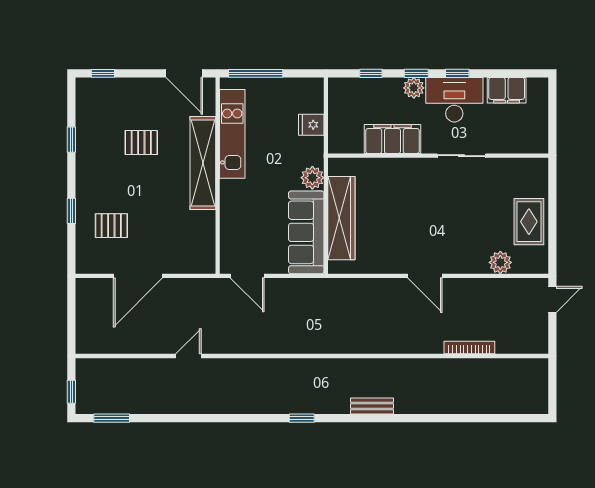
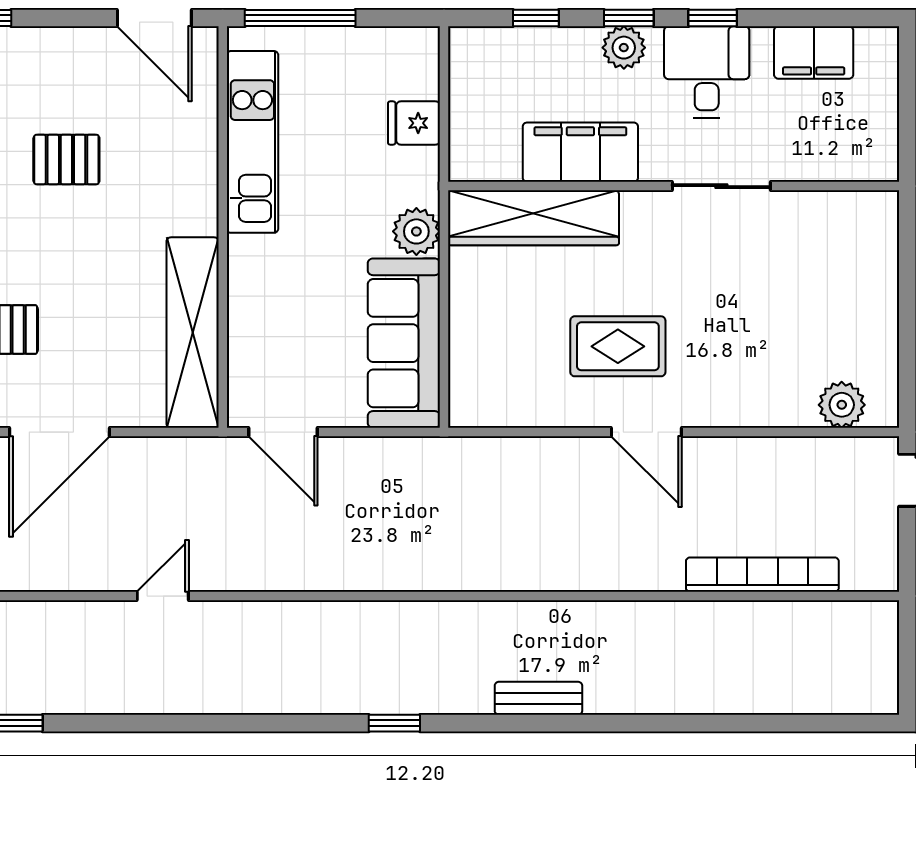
desk: (454, 100) -> (707, 72), width x0.73
shelving: (203, 163) -> (193, 333), moved
wardrobe: (341, 218) -> (534, 218), moved, turned 90
rug: (529, 222) -> (618, 346), moved, turned 90
plant: (500, 262) -> (842, 405), moved
bookcase: (469, 348) -> (762, 575), width x1.48, depth x1.31

